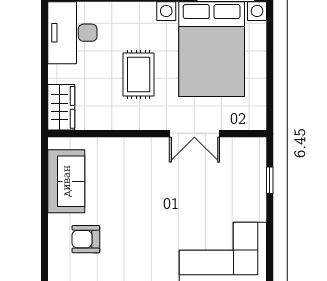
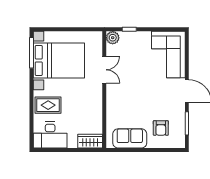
rug: (139, 74) -> (48, 105), moved
plant: (254, 149) -> (113, 38), added

